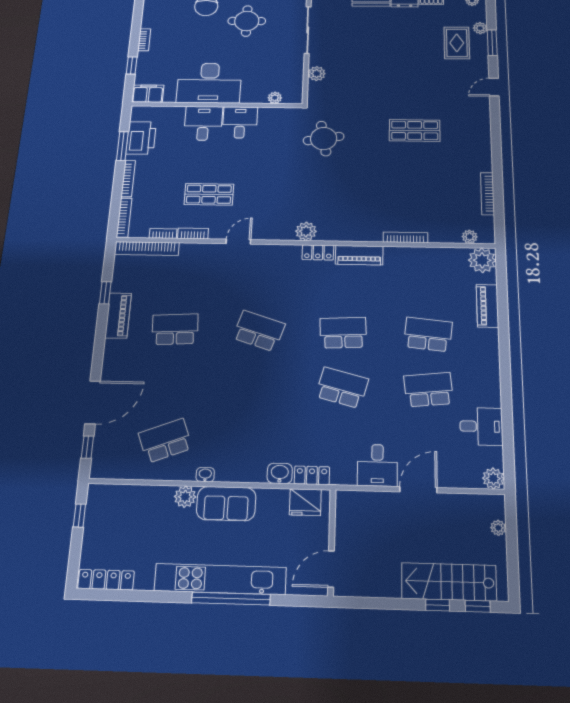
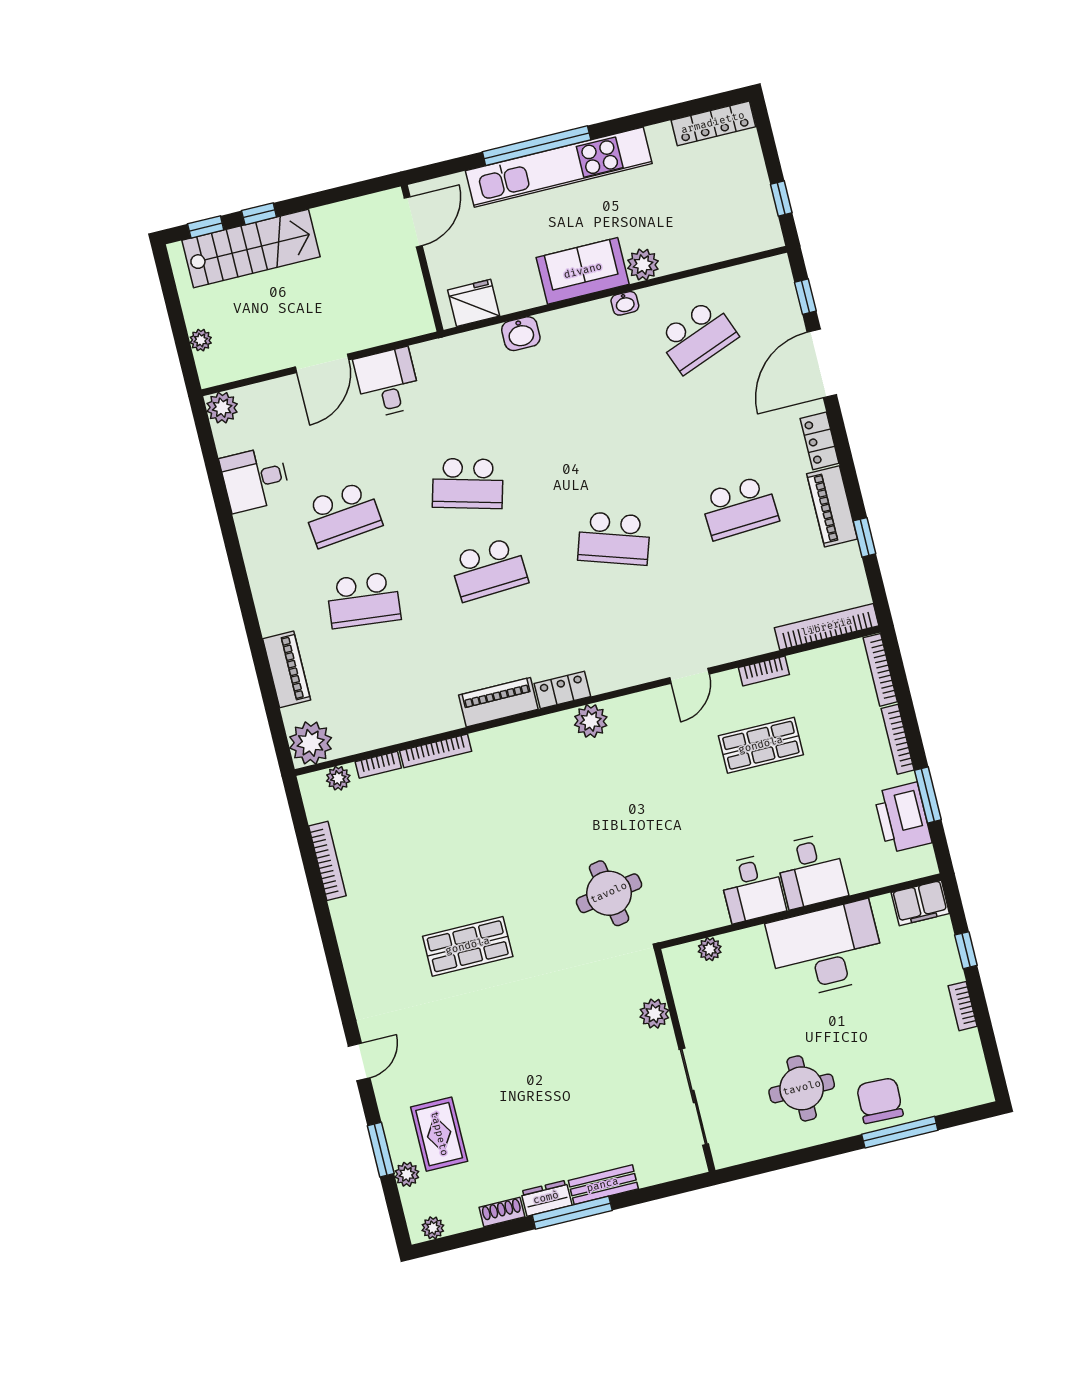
bookcase: (163, 234) -> (378, 765), moved
locker: (312, 475) -> (820, 441), moved, turned 90

